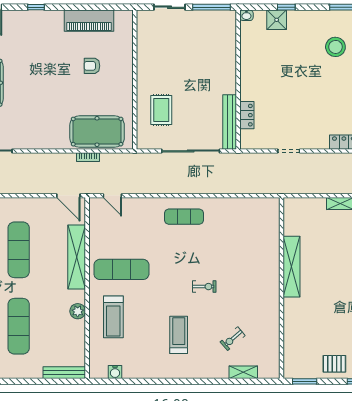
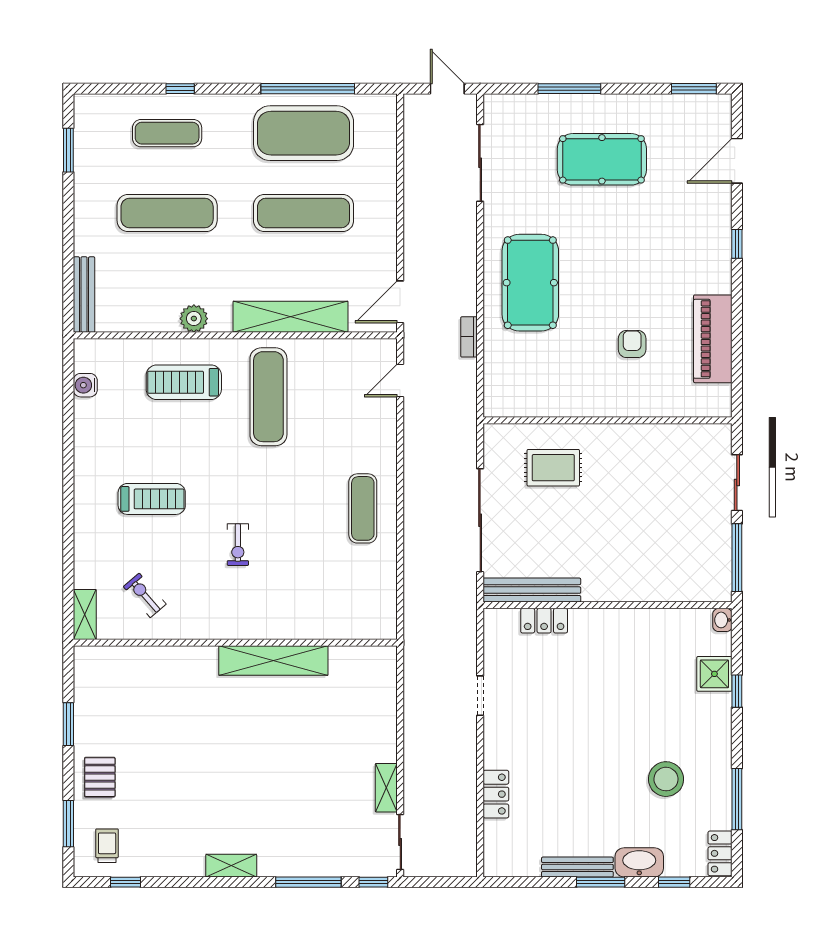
pool table: (97, 132) -> (530, 283), moved
shelving: (292, 267) -> (273, 661), moved
wall: (282, 288) -> (235, 643), moved

